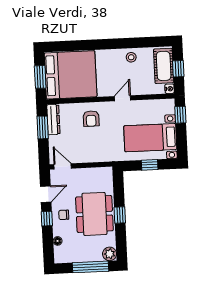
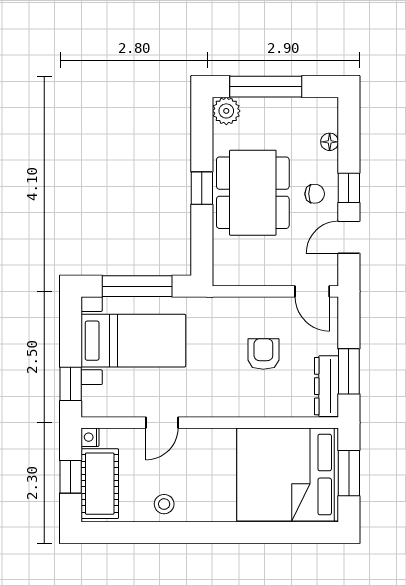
door: (123, 98) -> (162, 423), moved
armchair: (91, 119) -> (263, 354), moved
window: (150, 165) -> (137, 286), width x2.17

